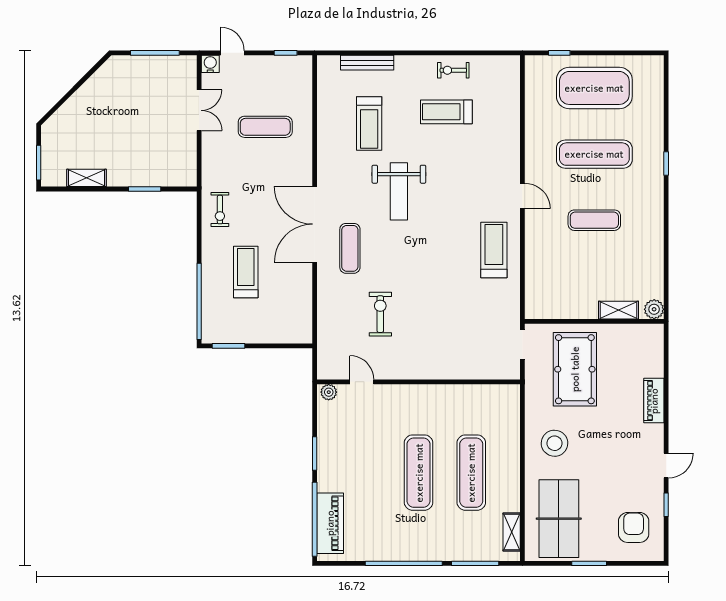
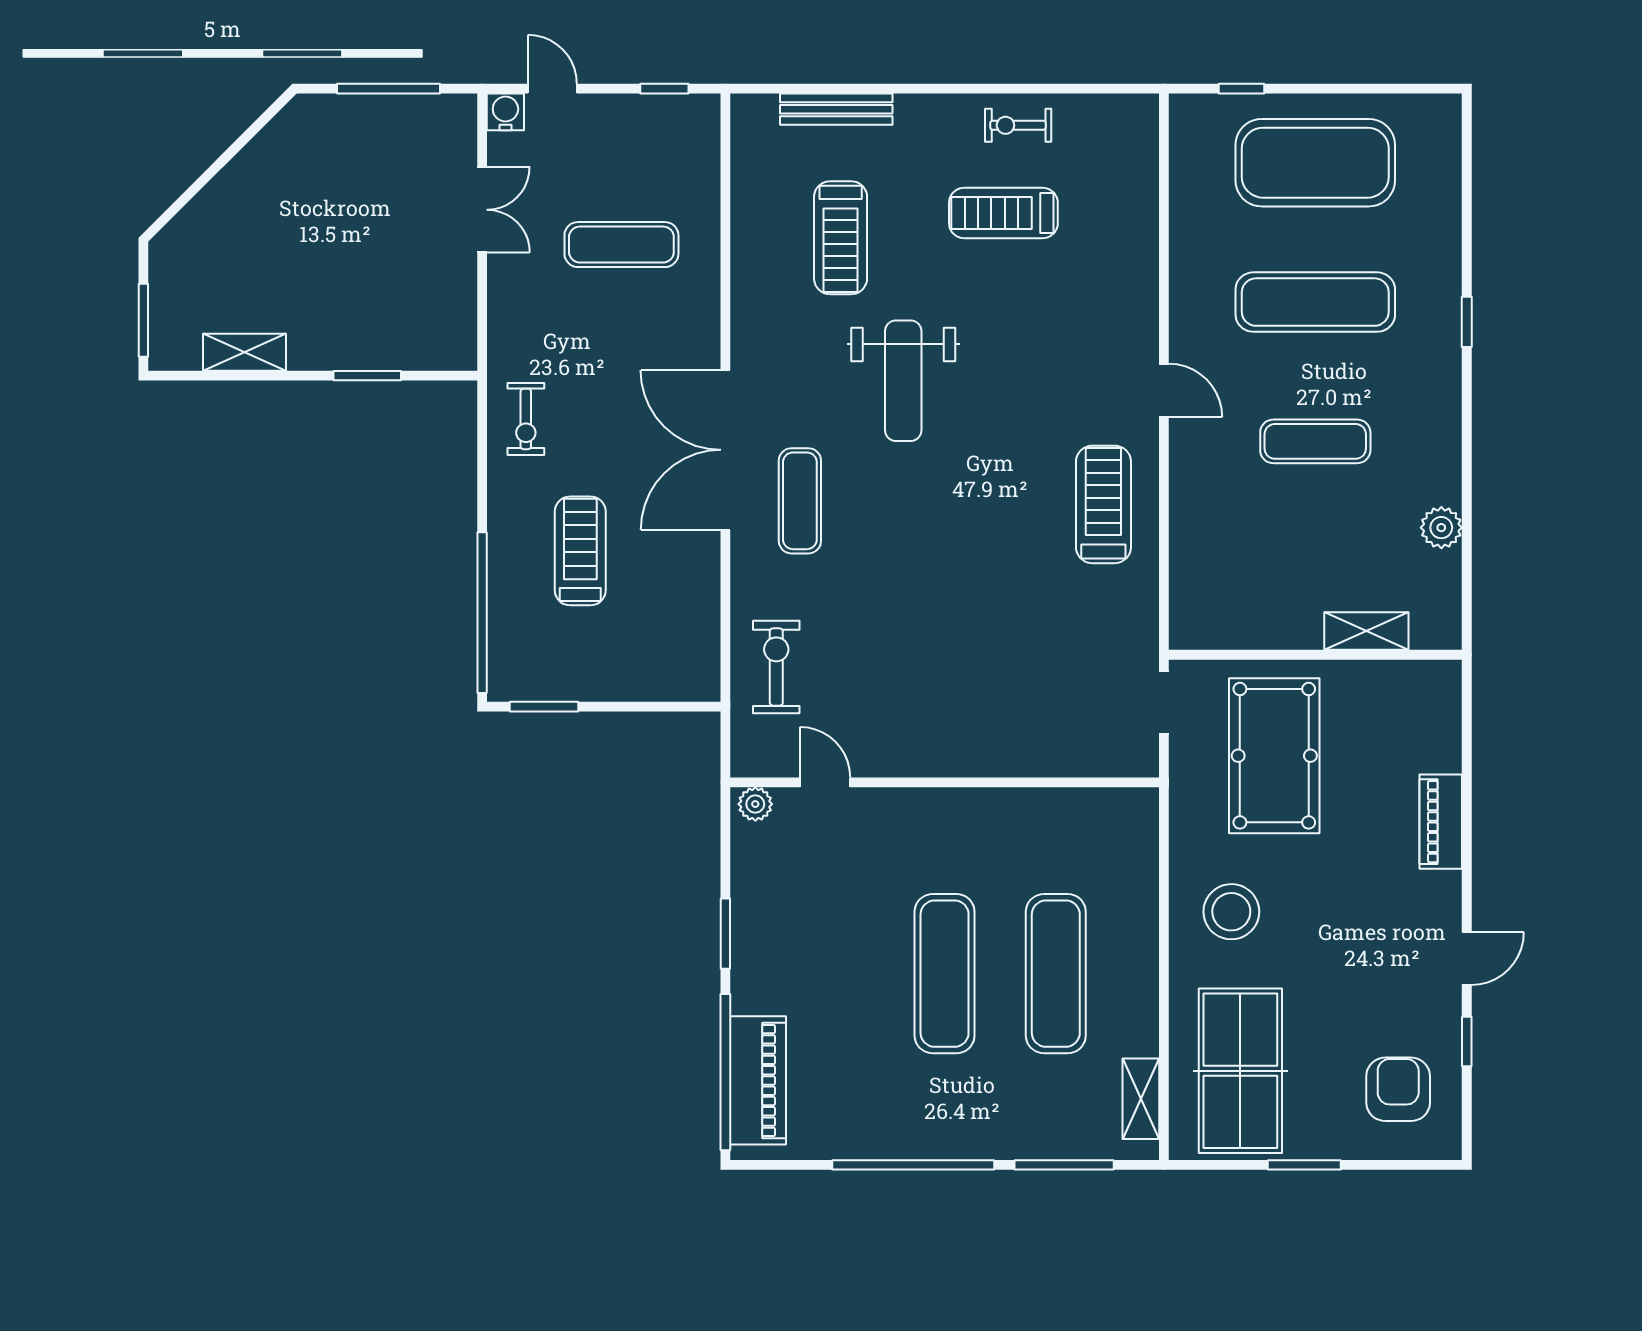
plant: (654, 309) -> (1441, 528), moved
exercise bike: (380, 314) -> (776, 667), moved

